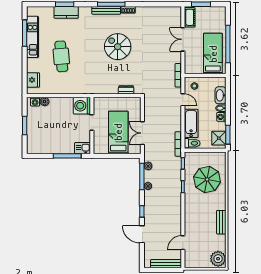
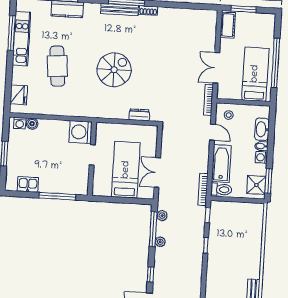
double door: (183, 39) -> (216, 68), moved
spiral stairs: (118, 47) -> (114, 70), moved, turned 90
kitchen sink: (83, 148) -> (28, 184), moved
parasol: (207, 179) -> (238, 238), removed

